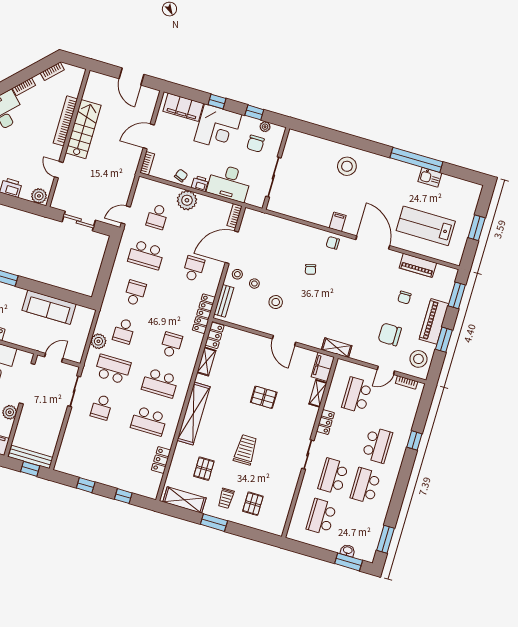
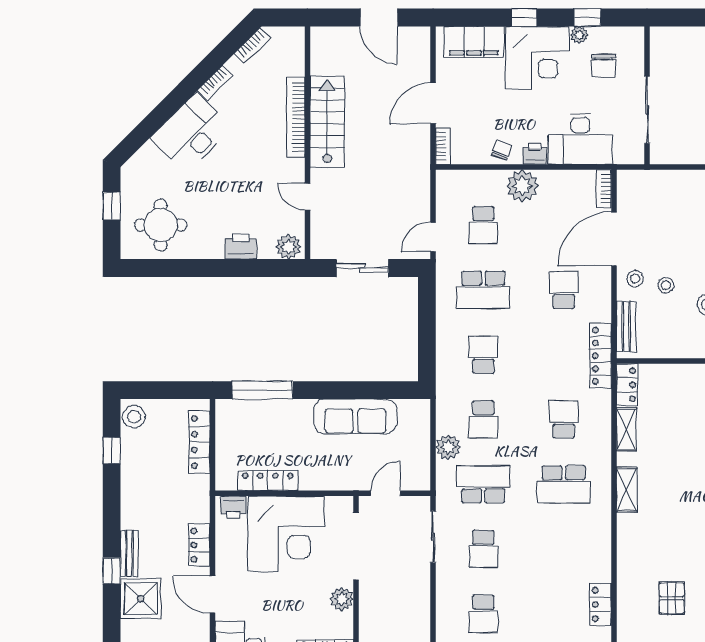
plant: (265, 127) -> (579, 35), moved
shelving: (193, 413) -> (627, 490), width x0.45, depth x0.75
school desk: (149, 421) -> (483, 614), moved, width x0.54

